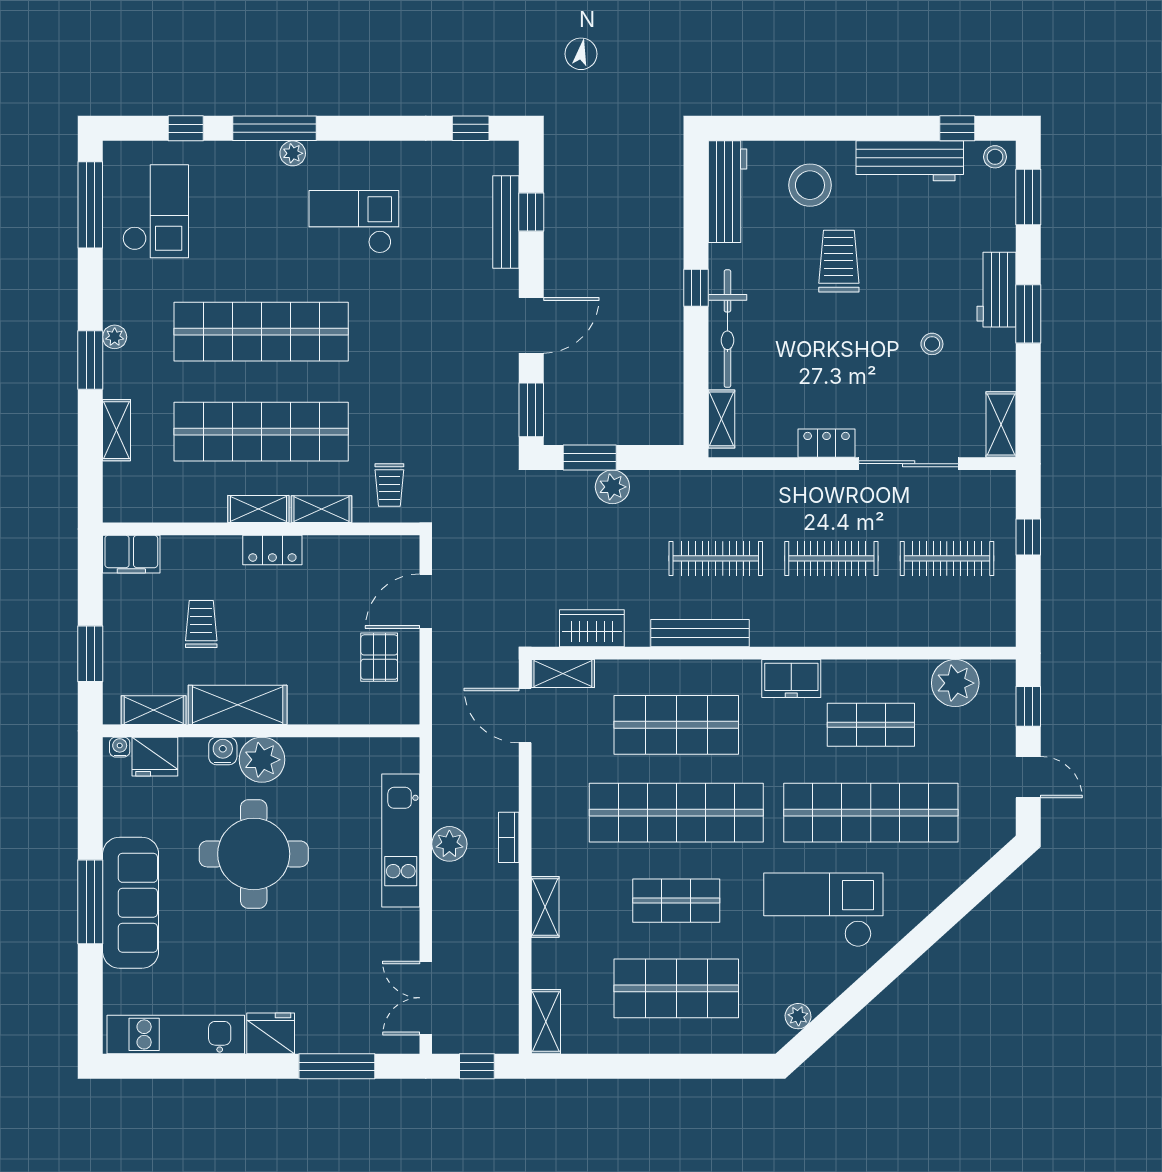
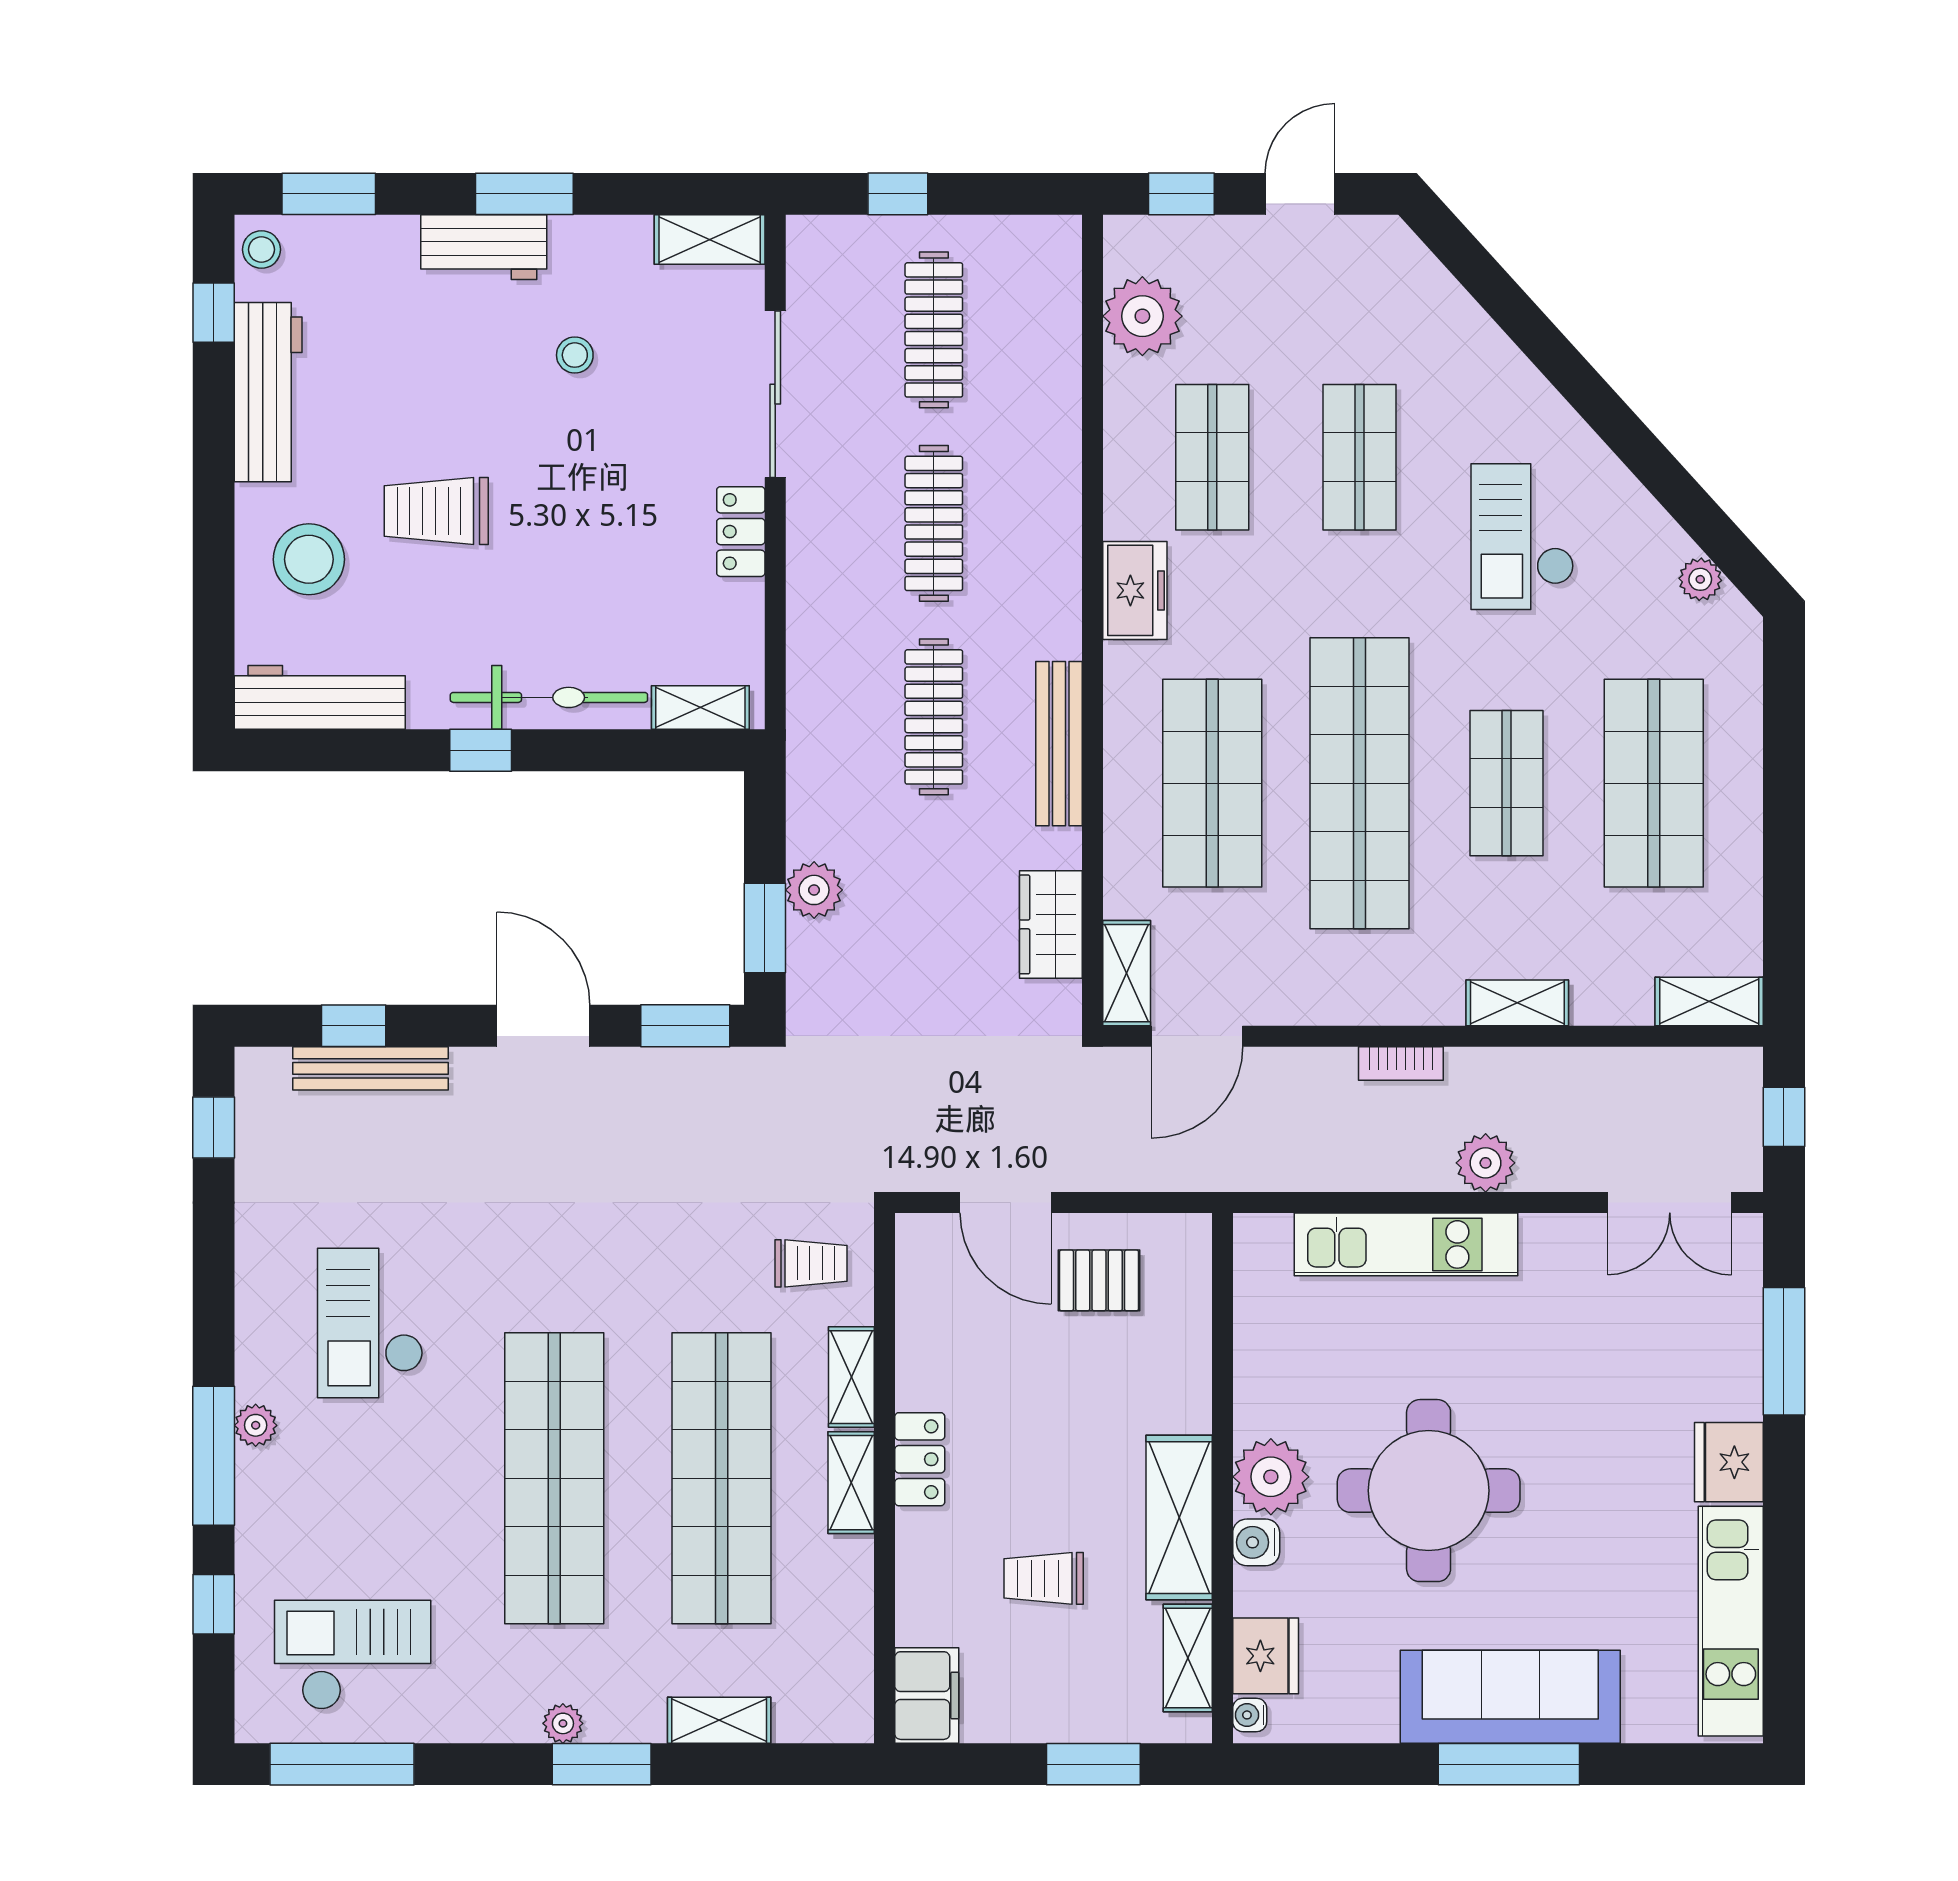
shop shelf: (871, 813) -> (1359, 457), width x0.50, depth x0.74
plant: (449, 844) -> (1486, 1163), moved
checkout: (823, 910) -> (1522, 537), width x0.73, depth x0.83

